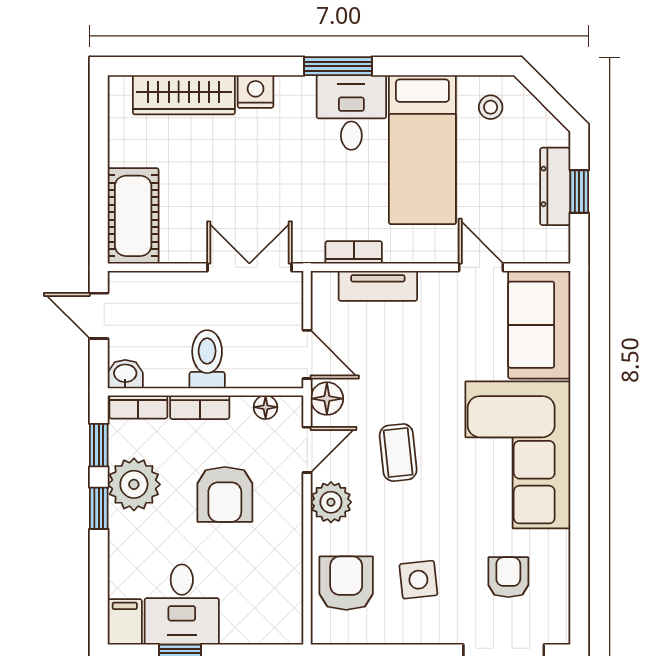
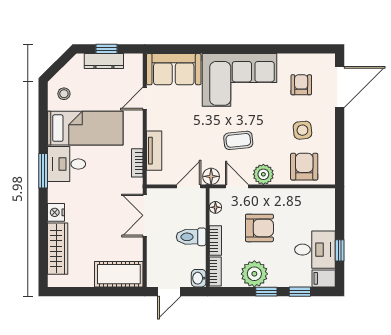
window: (99, 445) -> (300, 292), moved
armchair: (508, 577) -> (301, 85), turned 90
armchair: (346, 583) -> (304, 167), turned 90

